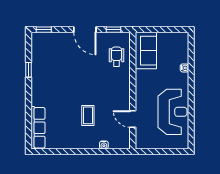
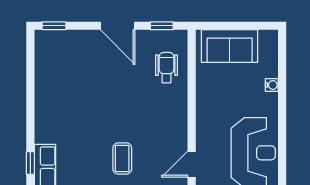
sofa: (146, 51) -> (230, 46), moved, turned 90
window: (29, 70) -> (30, 163), moved
door: (133, 119) -> (192, 164), hinge flipped

